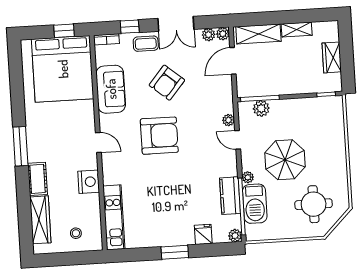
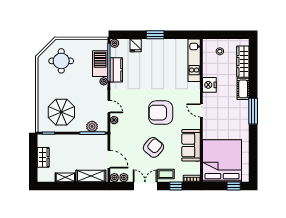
window: (64, 31) -> (234, 186), moved
door: (233, 61) -> (109, 159), hinge flipped
parasol: (285, 160) -> (61, 112), moved

